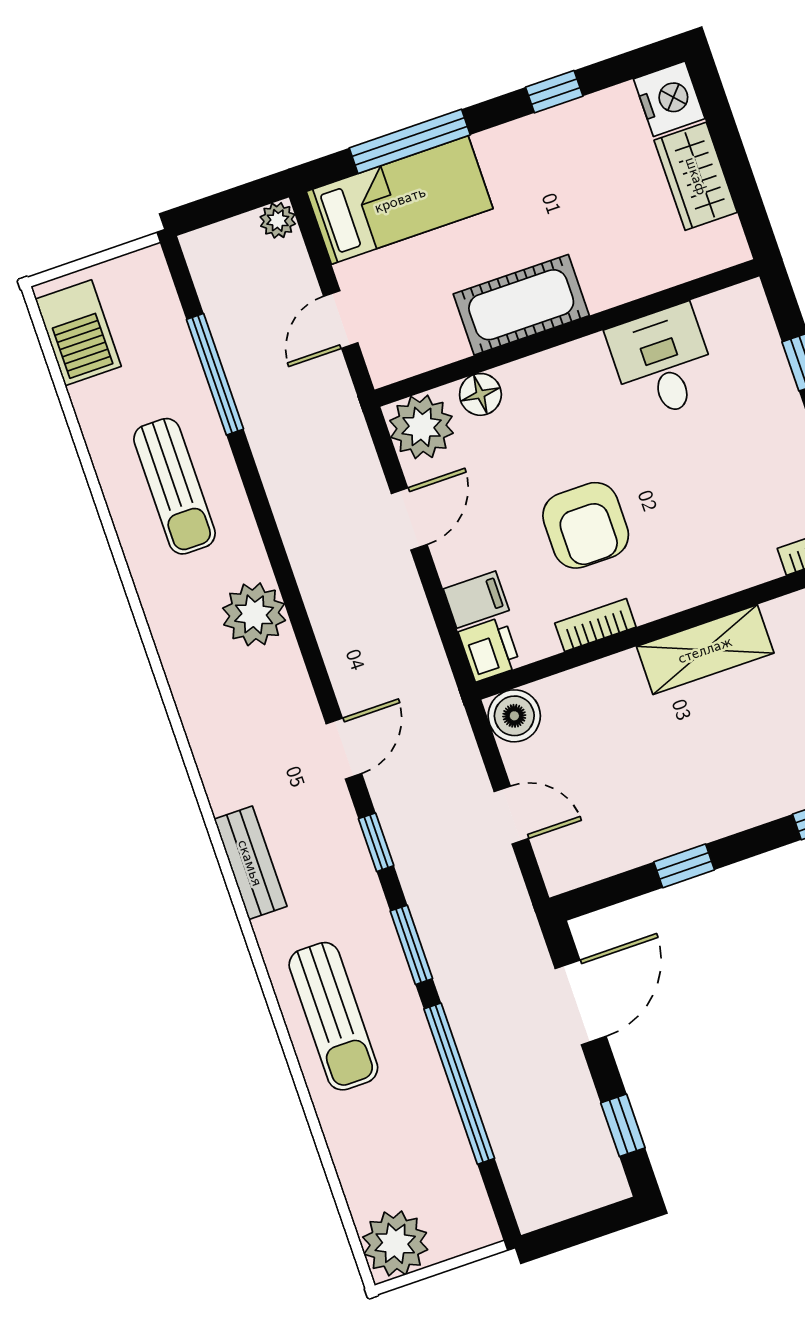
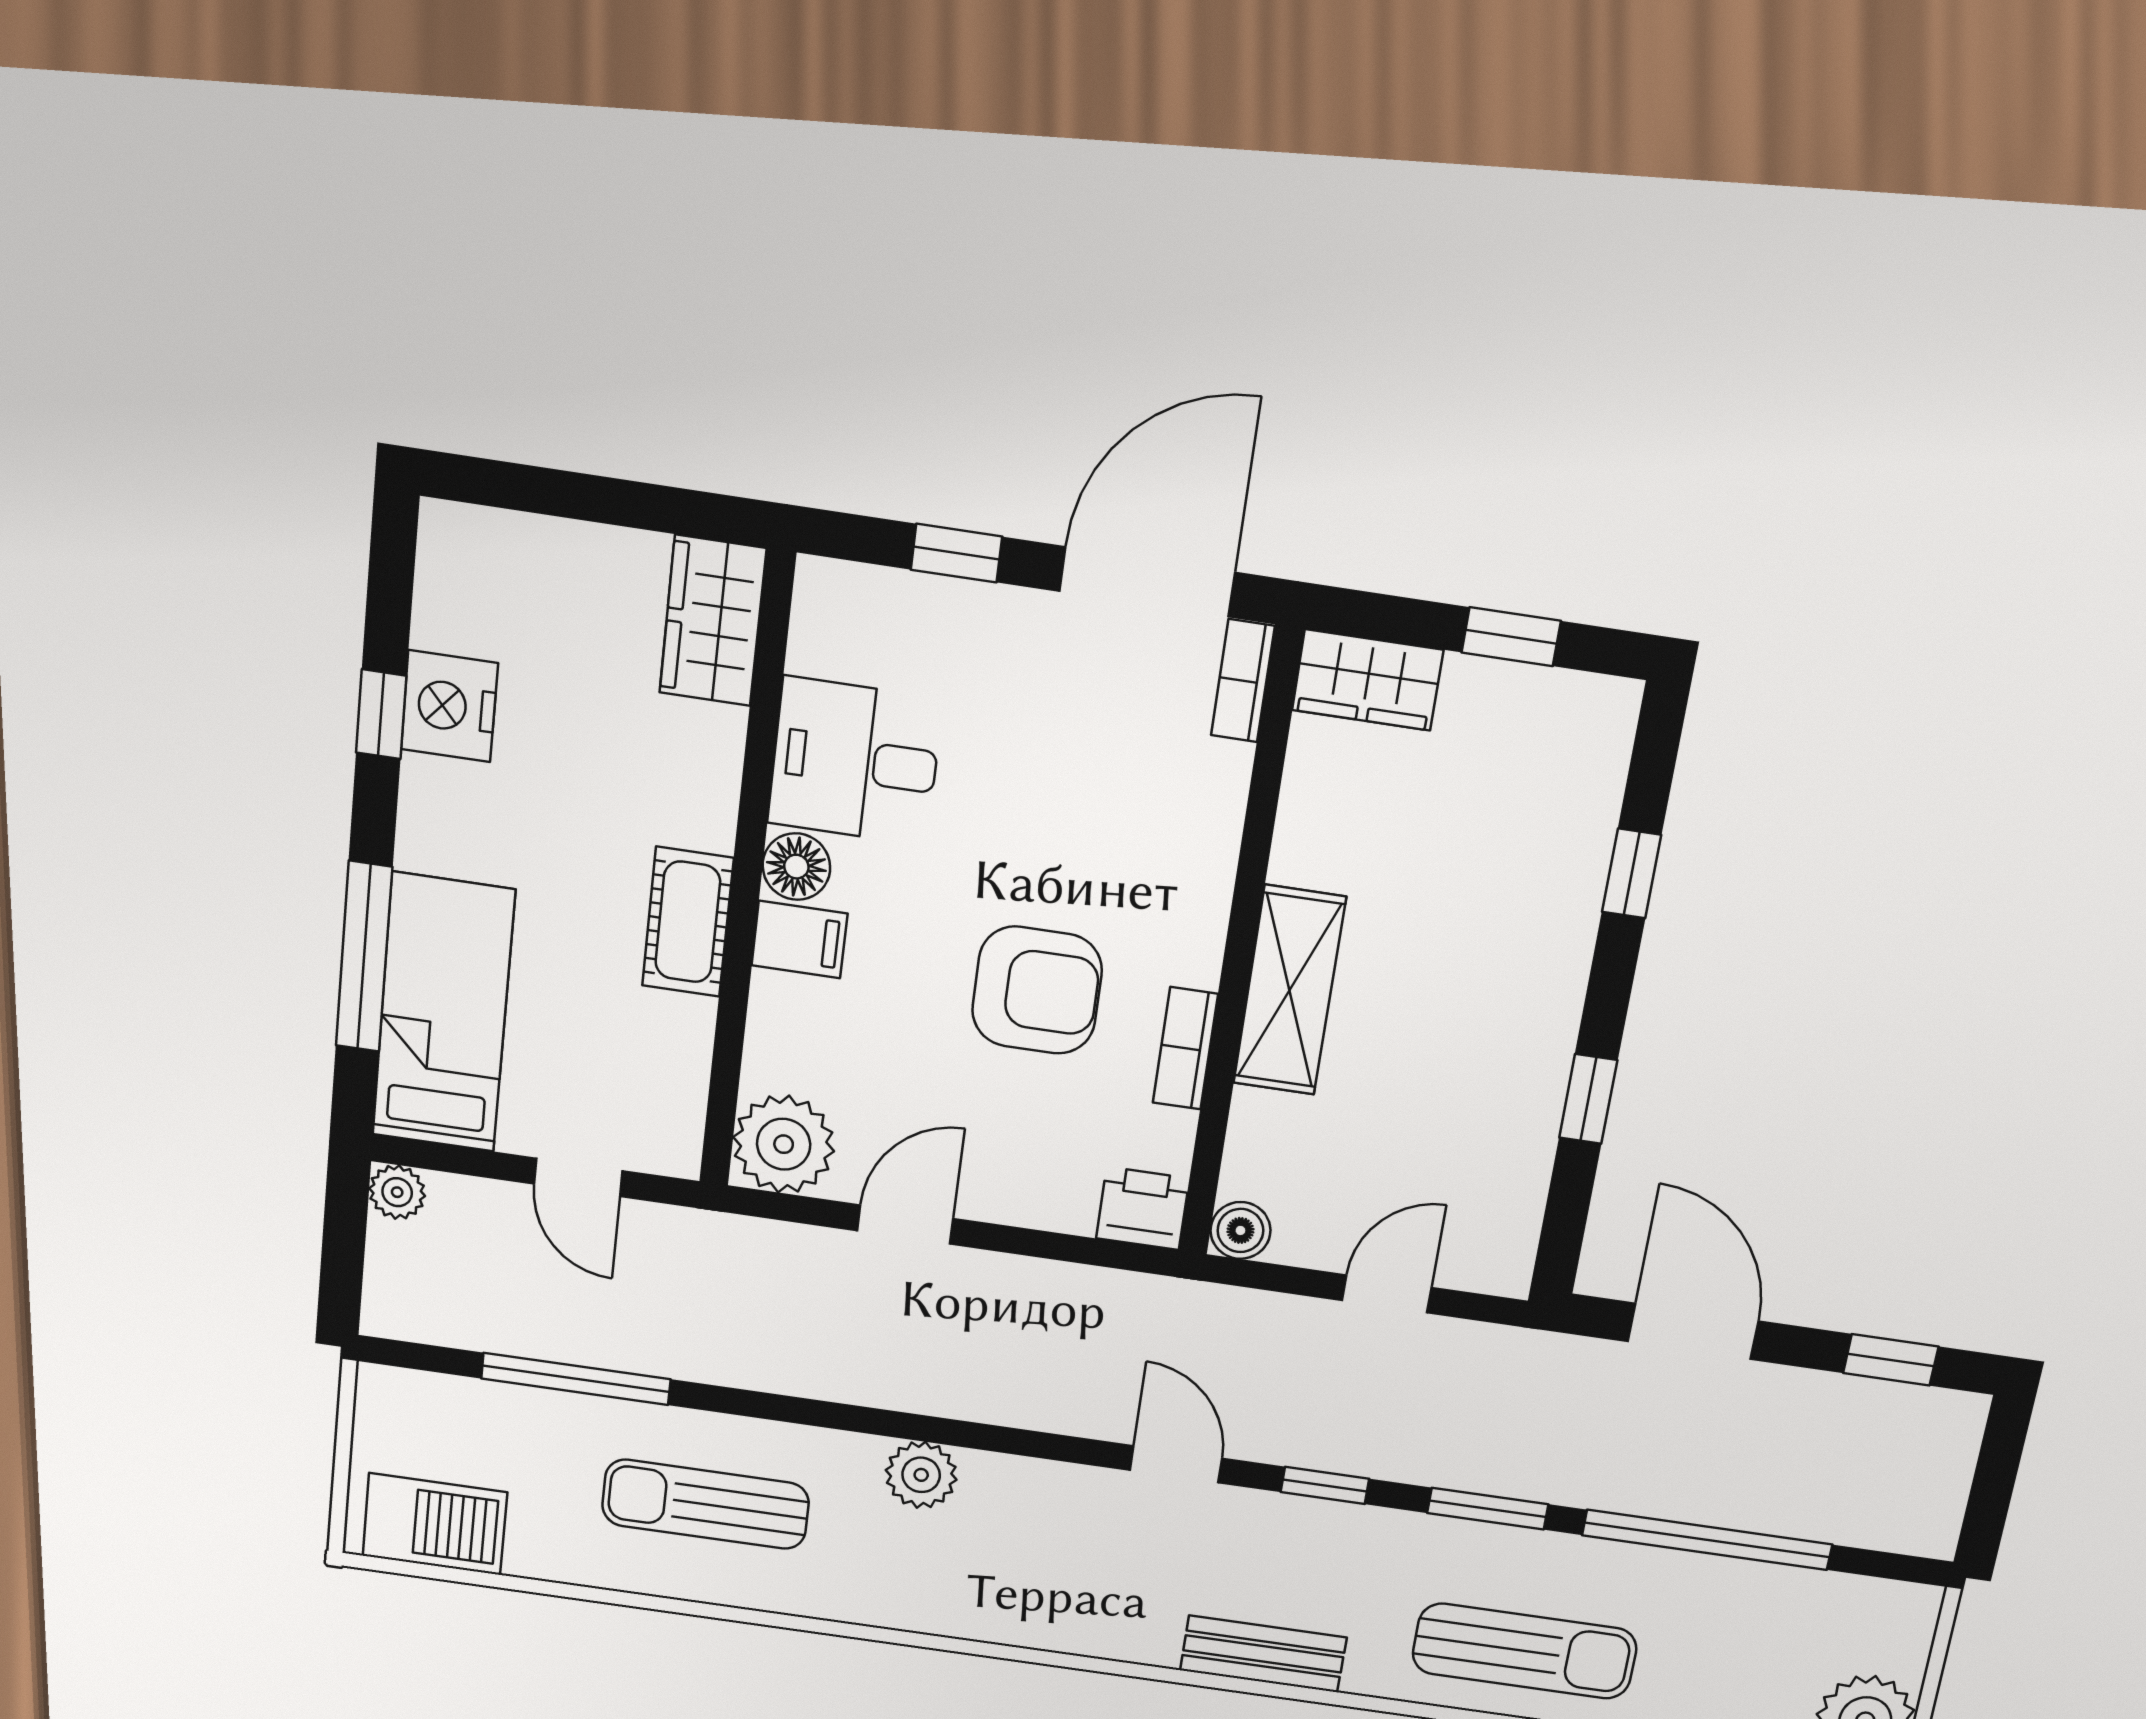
nightstand: (669, 99) -> (449, 706), moved, turned -90
wardrobe: (696, 176) -> (713, 621), moved, turned 90
cot: (521, 305) -> (688, 922), width x0.73, depth x0.75
floor lamp: (480, 394) -> (796, 867), moved
sun lounger: (174, 486) -> (706, 1504), turned 180
door: (409, 519) -> (905, 1225), hinge flipped
filing cabinet: (476, 600) -> (800, 939), moved, turned 90
plant: (254, 614) -> (921, 1475), width x0.73, depth x0.73
shelving: (705, 650) -> (1289, 990), moved
boiler: (514, 716) -> (1240, 1230), width x0.73, depth x0.73

